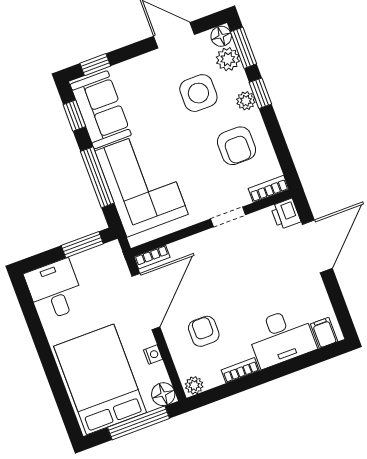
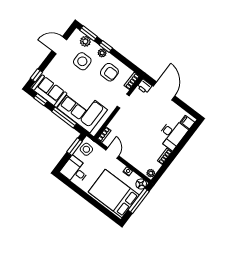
floor lamp: (221, 36) -> (77, 34), removed
side table: (101, 264) -> (86, 149), added
door: (146, 302) -> (112, 153), width x0.53
armchair: (204, 331) -> (141, 150), removed

